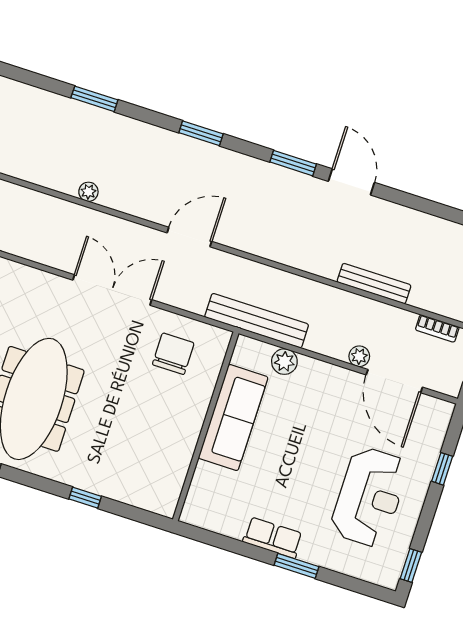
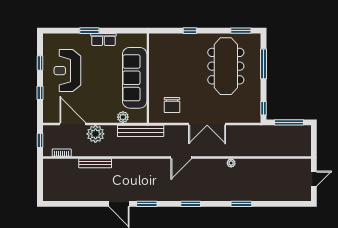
plant: (359, 356) -> (95, 134), width x1.88, depth x1.88
sofa: (233, 418) -> (135, 78), width x1.36, depth x1.27
window: (411, 565) -> (40, 63), moved

